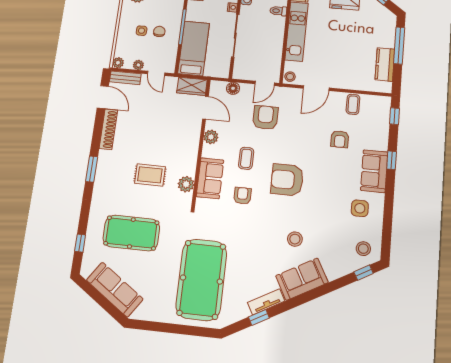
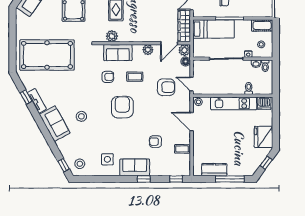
wardrobe: (192, 86) -> (184, 26), width x1.50
plant: (217, 88) -> (185, 50), added

